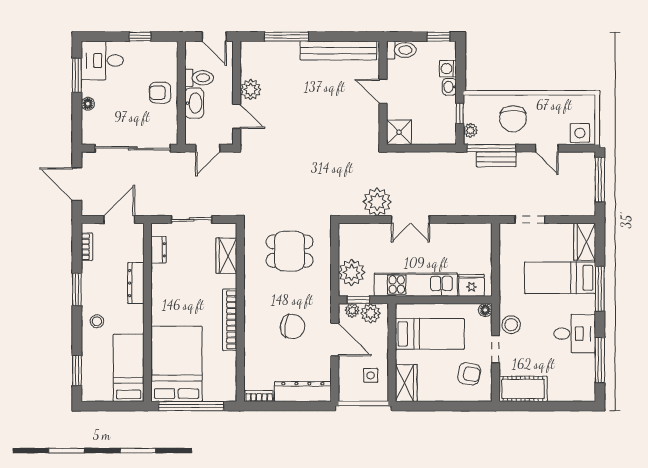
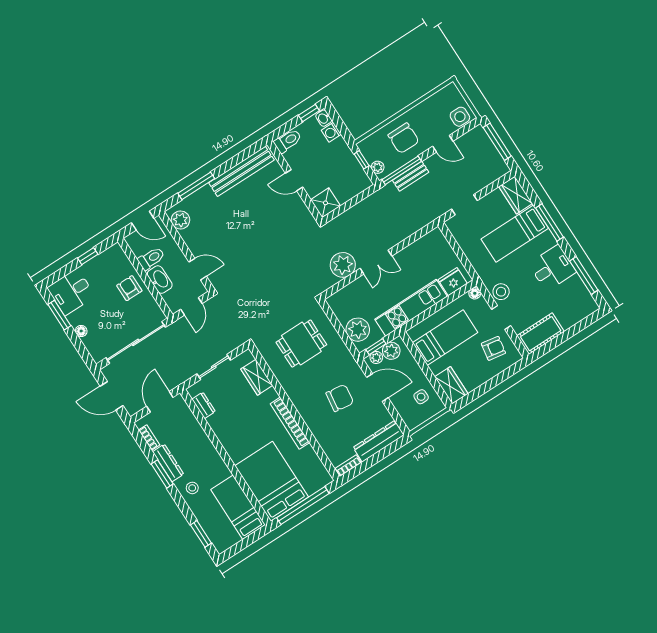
washbasin: (449, 87) -> (324, 118), moved
plant: (251, 90) -> (180, 220), moved
armchair: (160, 93) -> (129, 288), turned 90
dresser: (136, 283) -> (168, 463), moved, turned 180

